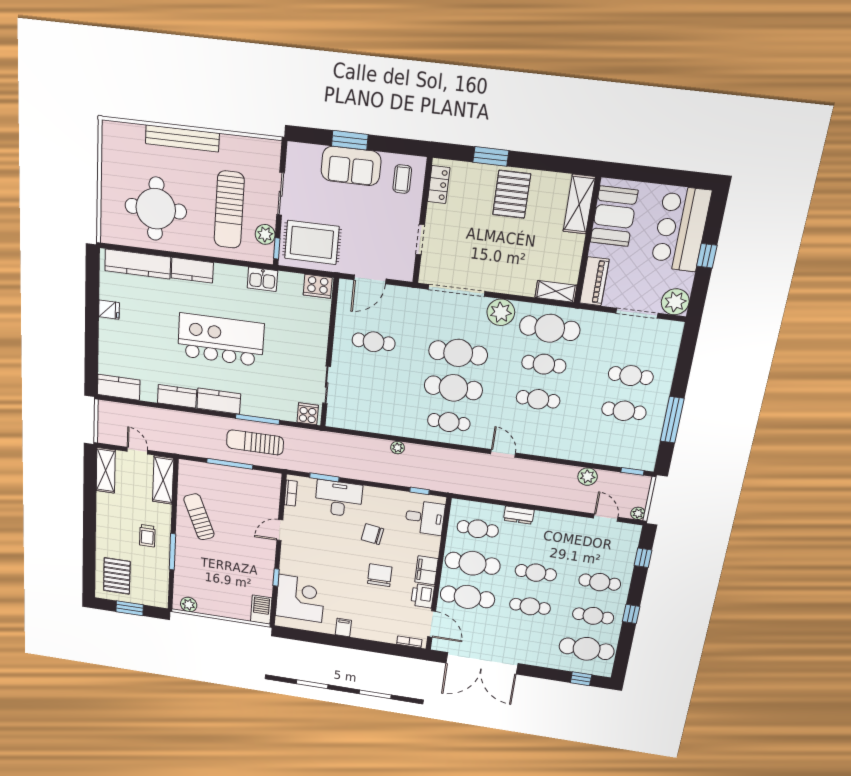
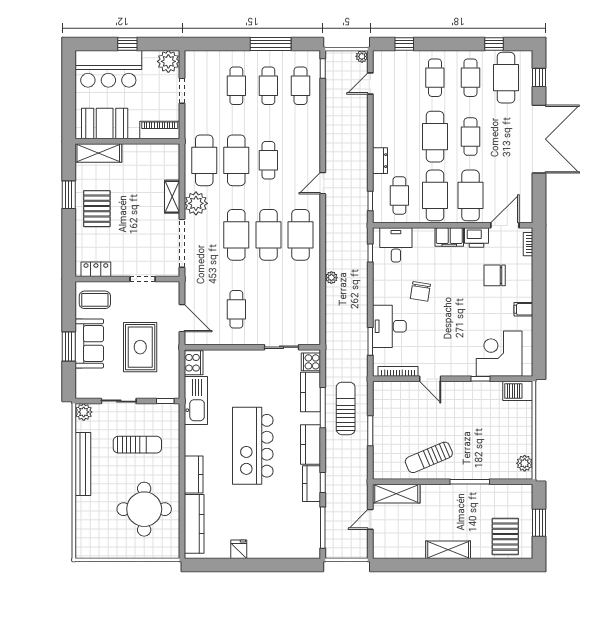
bench: (182, 138) -> (83, 464), moved
window: (491, 156) -> (69, 195), moved
coffee table: (402, 179) -> (95, 300), width x1.36, depth x1.30
pallet: (512, 194) -> (97, 209), turned 90
sun lounger: (229, 210) -> (137, 445), width x0.73, depth x0.75
plant: (265, 234) -> (84, 412), moved
rug: (312, 242) -> (140, 347), moved
kitchen sink: (262, 279) -> (196, 401), width x1.87, depth x1.24
shelving: (556, 291) -> (172, 197), moved
doorway: (637, 313) -> (182, 91), width x0.73
cafe table: (544, 364) -> (236, 160), width x1.37, depth x1.35
kitchen counter: (119, 387) -> (311, 392), moved
window: (130, 402) -> (323, 528), added
window: (178, 408) -> (323, 482), added
cafe table: (449, 422) -> (301, 235), width x1.37, depth x1.35
sun lounger: (255, 442) -> (346, 408), turned 180
cafe table: (617, 445) -> (301, 86), added
window: (230, 464) -> (370, 431), width x0.69
shelving: (106, 470) -> (448, 550), moved
plant: (588, 477) -> (334, 106), removed
bookcase: (291, 493) -> (398, 371), width x1.56
window: (476, 499) -> (370, 201), added
trolley: (147, 536) -> (457, 507), removed
cafe table: (536, 573) -> (435, 137), width x1.37, depth x1.35
chair: (380, 575) -> (495, 275), moved
pallet: (117, 576) -> (505, 537), turned 90
window: (631, 614) -> (494, 44), moved
double door: (482, 663) -> (539, 139), moved

